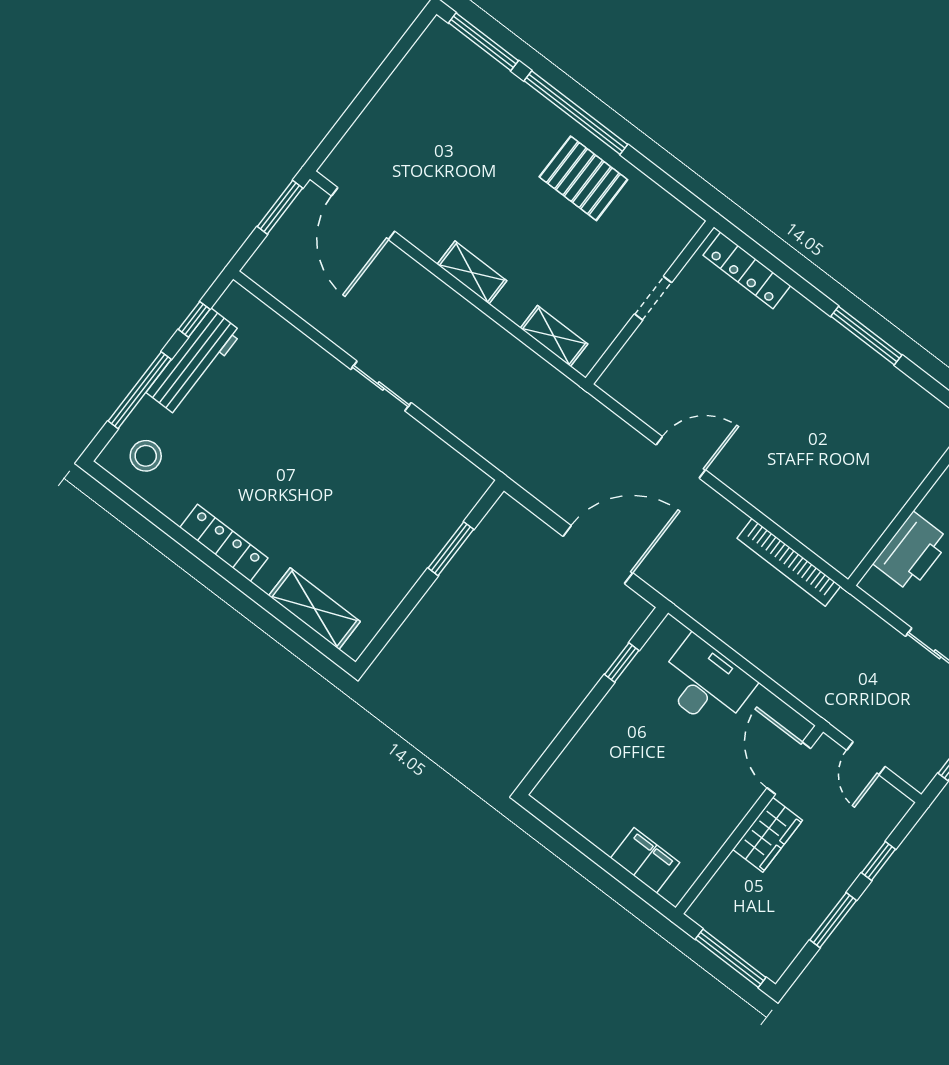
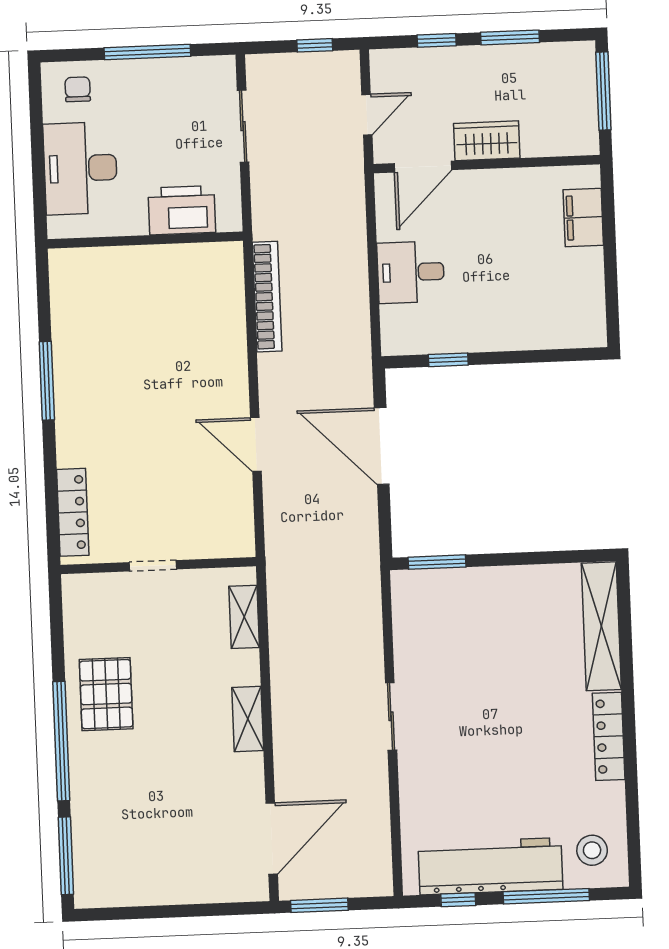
workbench: (194, 362) -> (490, 866), width x1.36, depth x1.32
window: (451, 549) -> (437, 562), moved
shelving: (314, 609) -> (601, 626), width x1.47
desk: (705, 683) -> (411, 272), width x0.73

